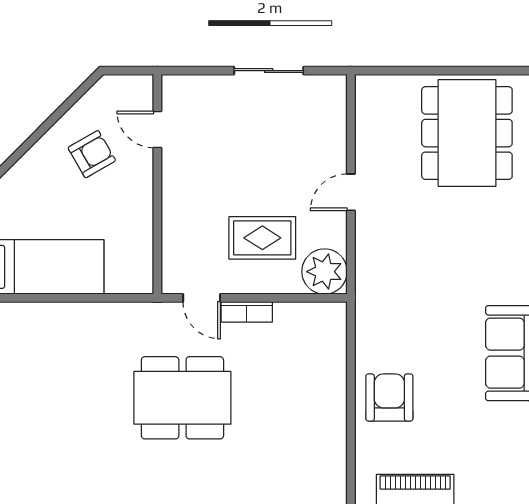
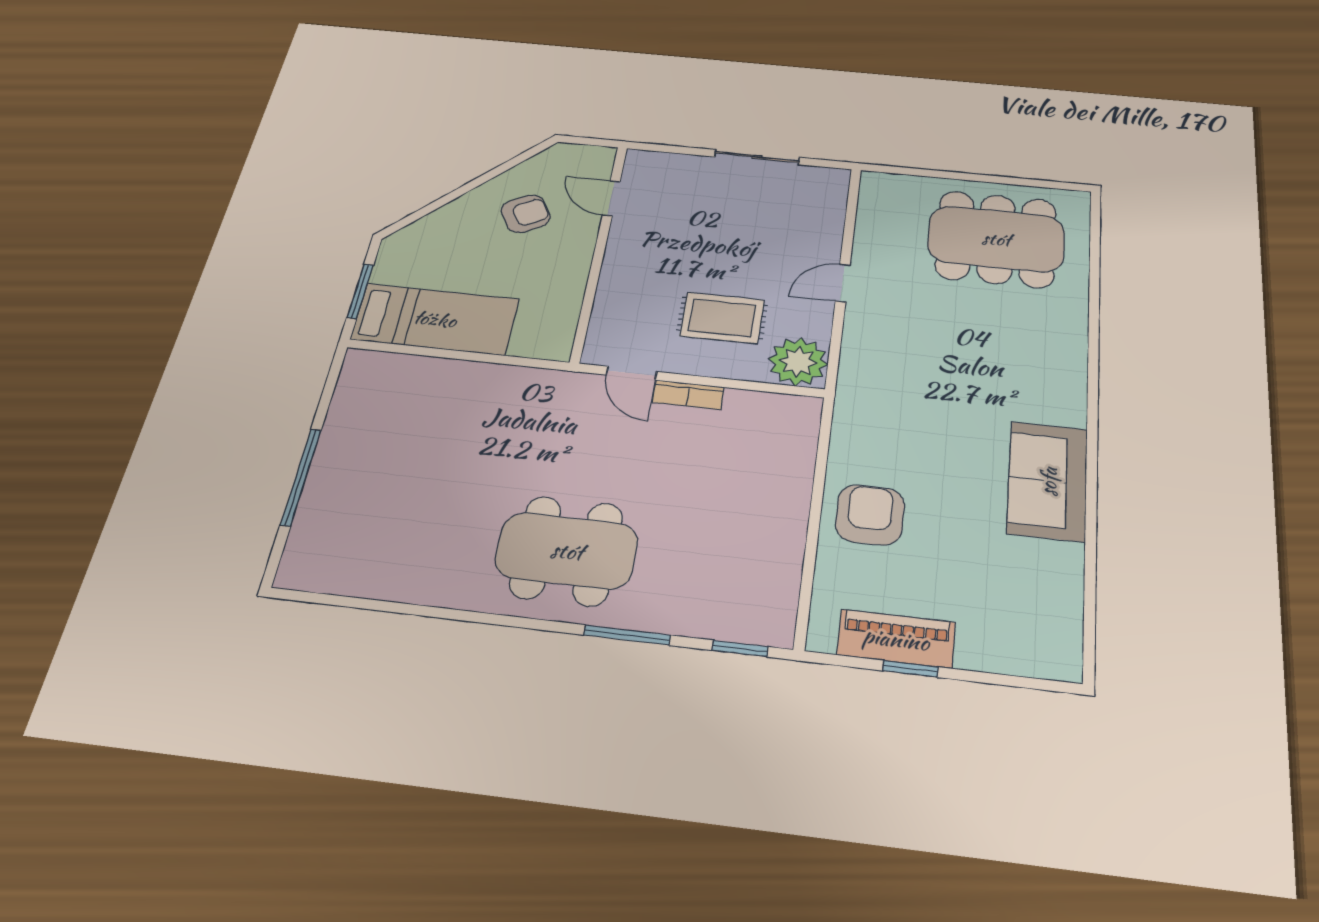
dining table: (467, 133) -> (996, 239), turned 90
dining table: (182, 398) -> (567, 551), moved

